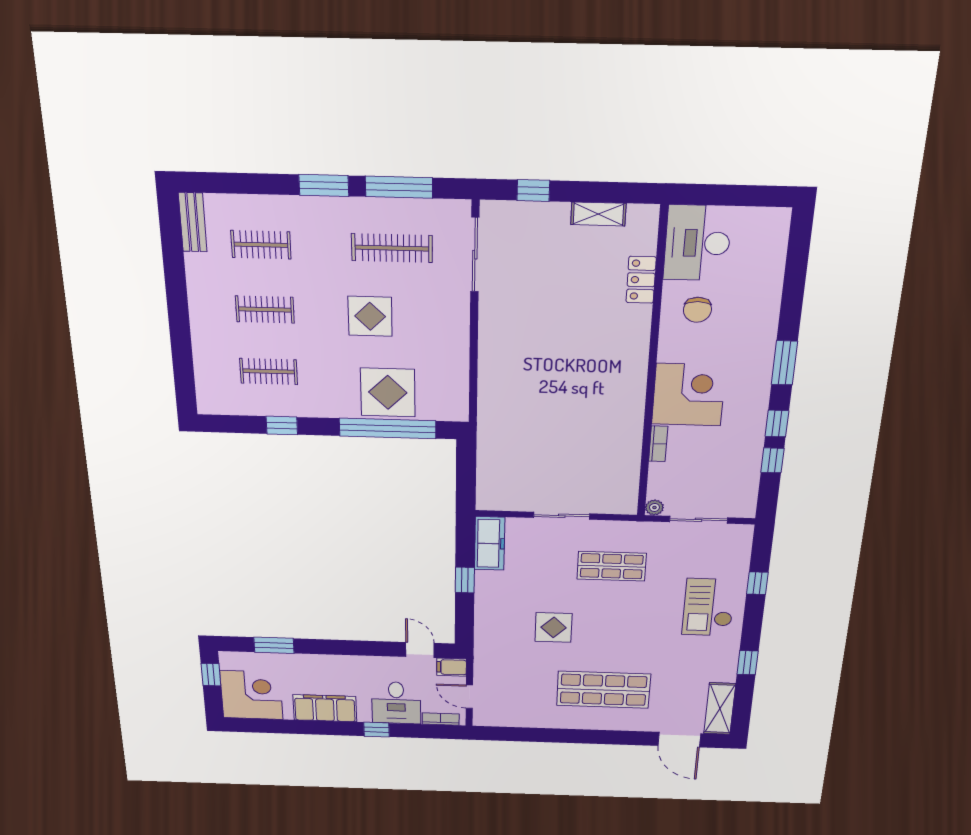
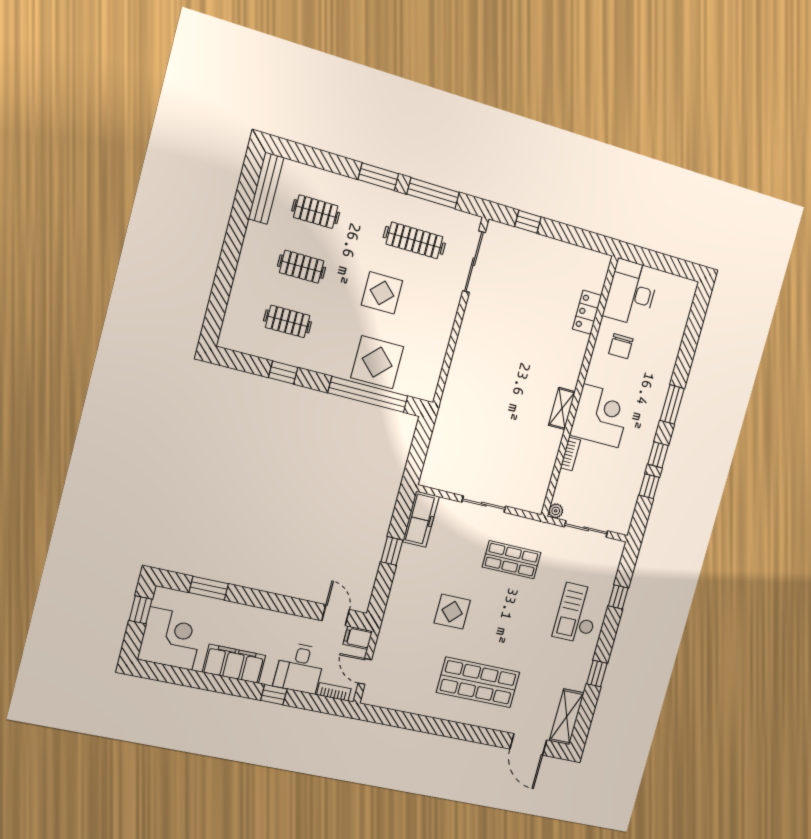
shelving: (598, 214) -> (562, 409), moved, turned 90
bench: (193, 222) -> (266, 188), width x1.36

